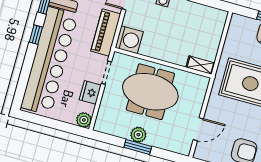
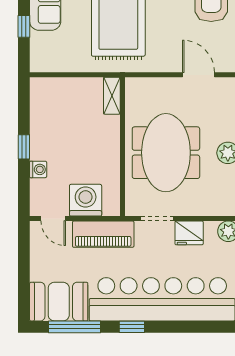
washing machine: (129, 40) -> (86, 200), moved

